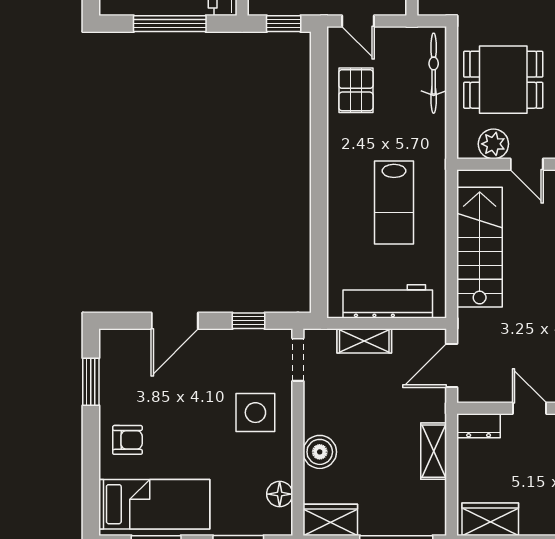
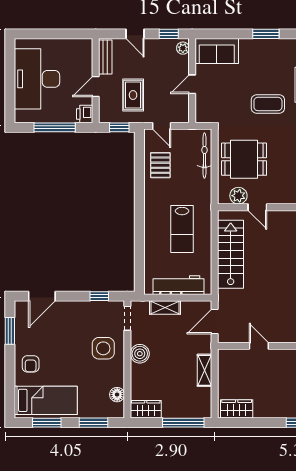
door: (175, 321) -> (42, 296), moved
dresser: (479, 426) -> (230, 356), removed
armchair: (127, 440) -> (31, 364), turned 90
boiler: (320, 452) -> (140, 354), moved

